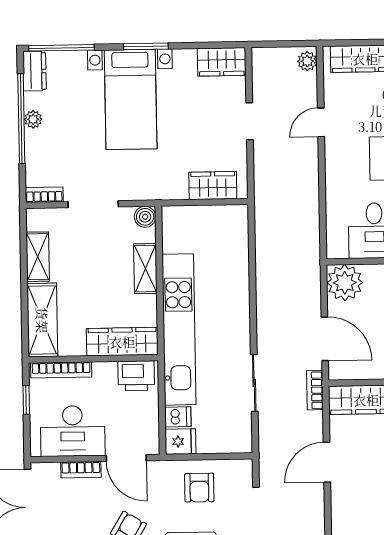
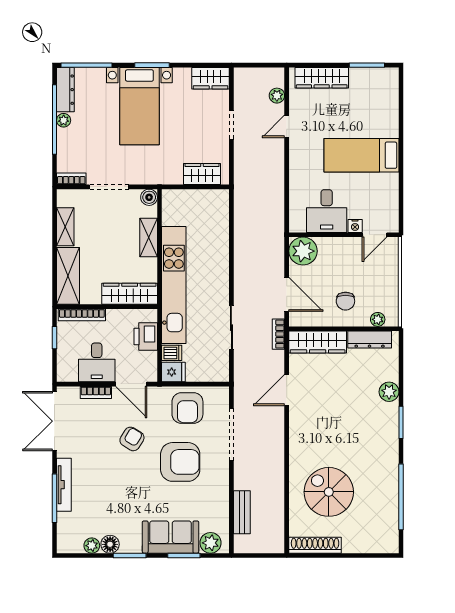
plant: (307, 61) -> (277, 96), moved
dresser: (35, 71) -> (65, 90), width x1.44
printer: (136, 376) -> (146, 336), moved, turned 90
desk: (73, 431) -> (97, 362), width x0.73
armchair: (199, 488) -> (187, 408), width x1.38, depth x1.38

